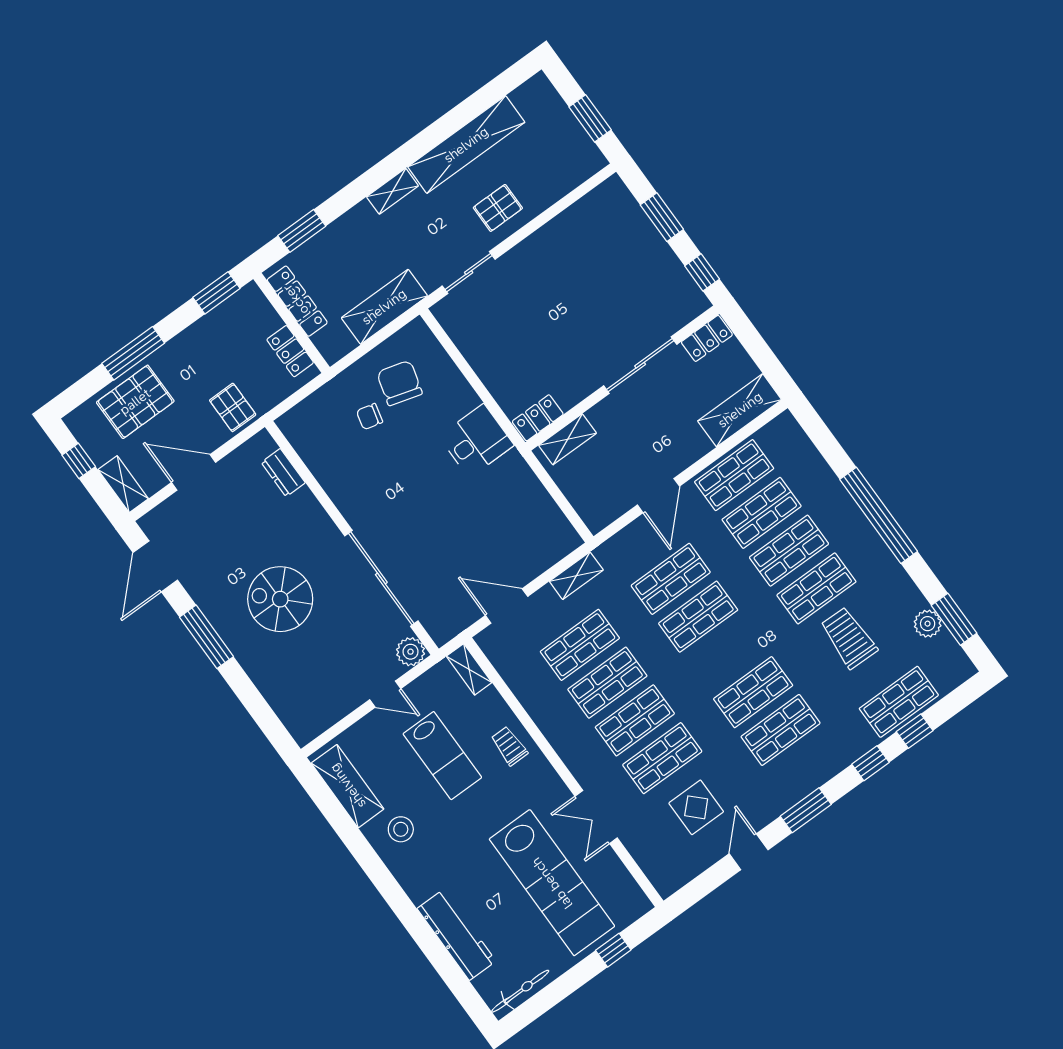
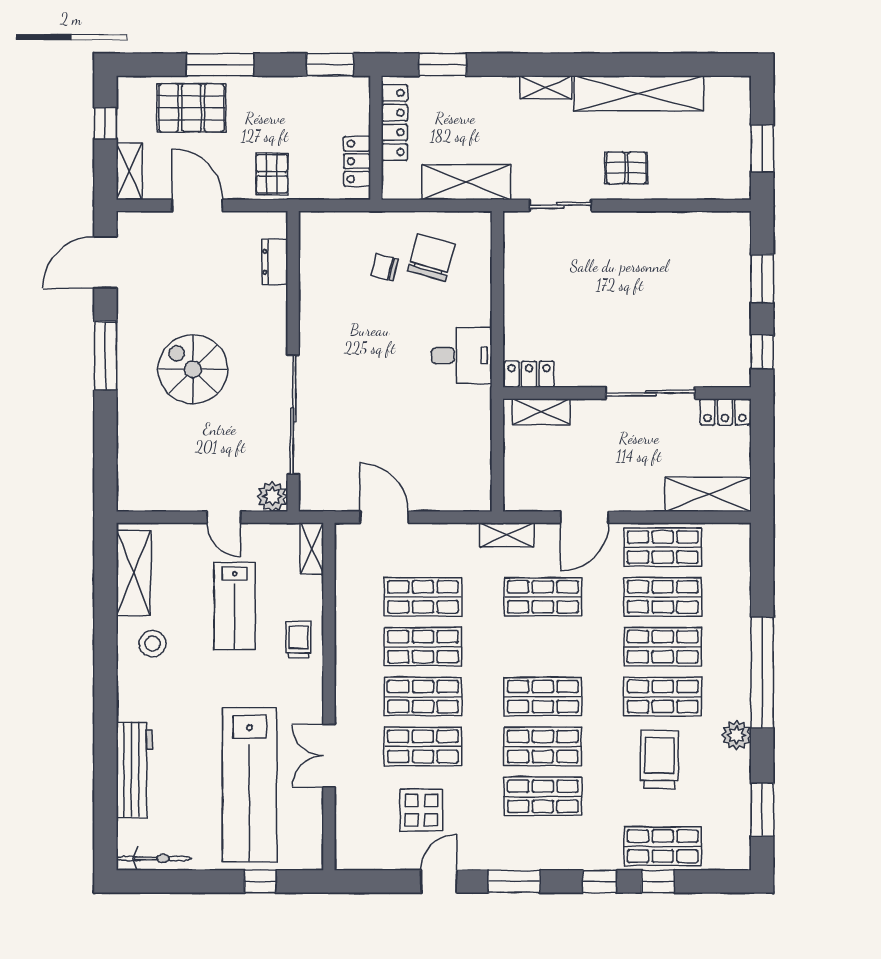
shelving: (576, 576) -> (507, 535), moved
shop shelf: (698, 617) -> (543, 697), moved
plant: (928, 624) -> (737, 735), moved

